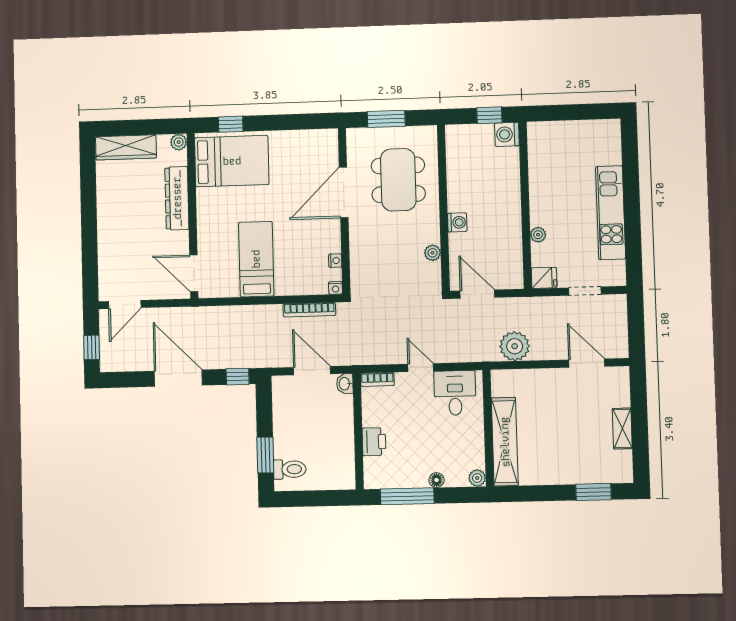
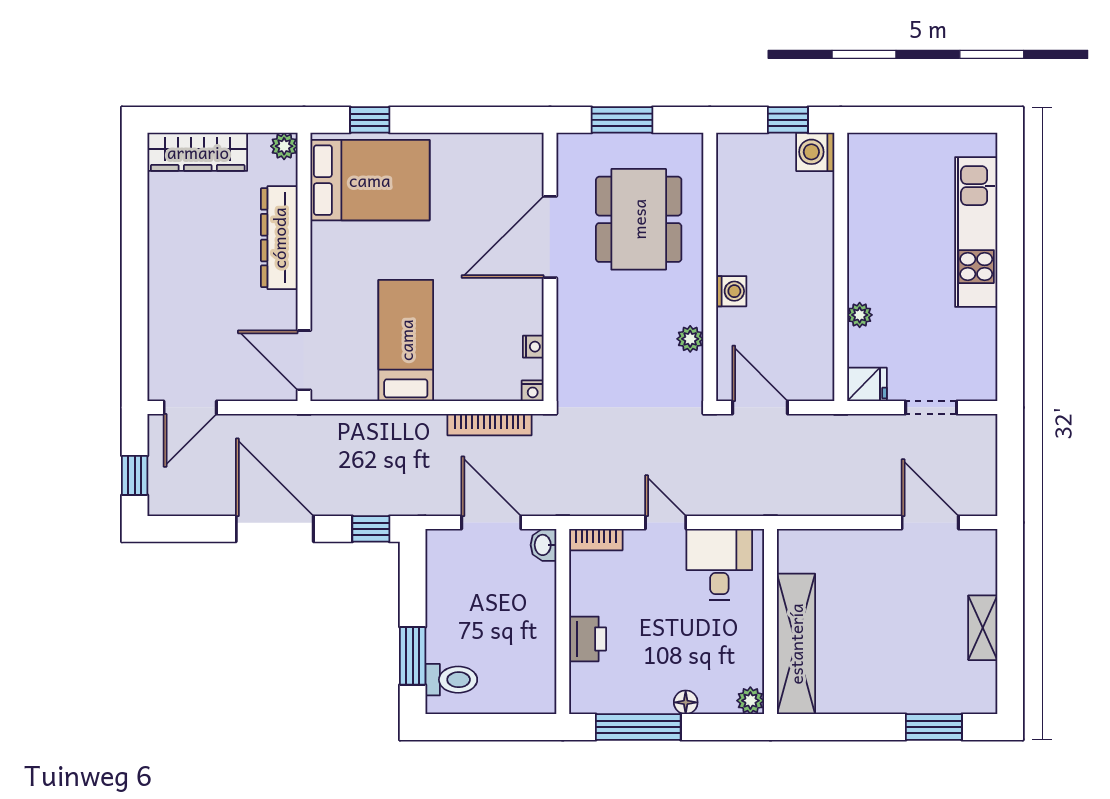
kitchen unit: (611, 213) -> (976, 232), moved
plant: (515, 346) -> (817, 492), removed

